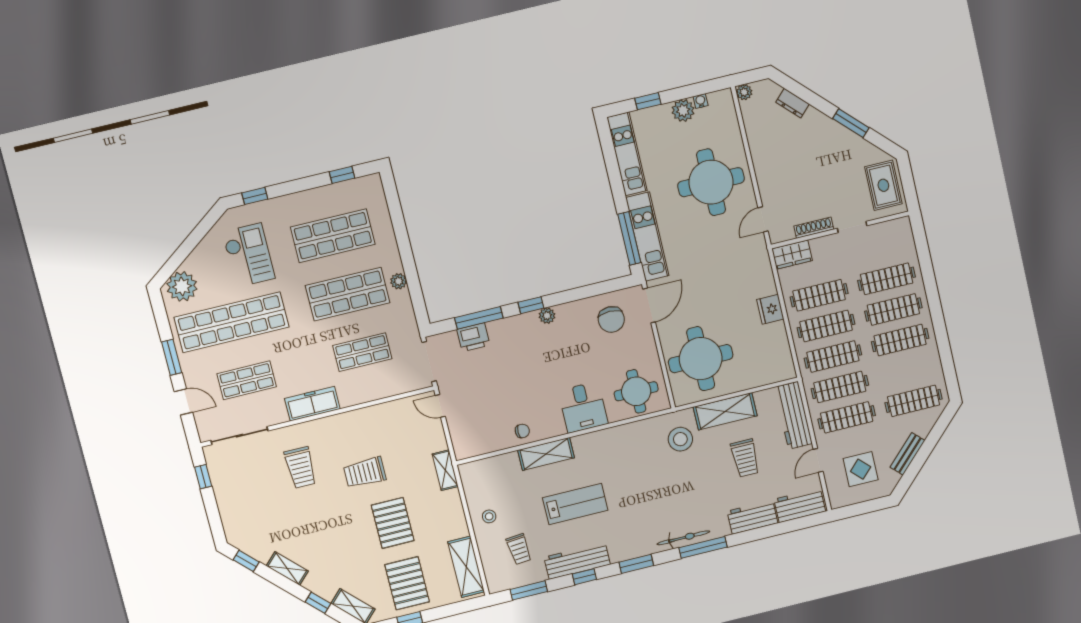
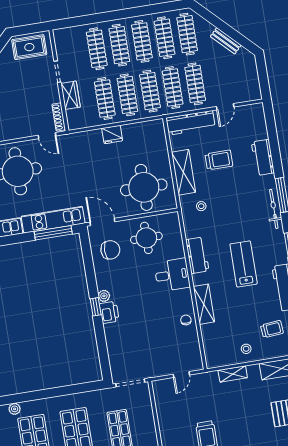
shoe rack: (814, 228) -> (59, 117), moved
wardrobe: (792, 255) -> (71, 95), moved
plant: (399, 281) -> (15, 409), moved
window: (479, 318) -> (102, 345), removed
printer: (473, 337) -> (109, 312), moved
clothes rail: (907, 370) -> (165, 38), added
round table: (636, 391) -> (146, 238), moved
door: (440, 406) -> (181, 375), moved
stool: (680, 439) -> (201, 206), width x0.53, depth x0.53
door: (818, 460) -> (225, 107), hinge flipped
display table: (861, 469) -> (234, 76), removed
shelving: (445, 470) -> (233, 374), moved
lab bench: (575, 504) -> (244, 264), moved
workbench: (800, 505) -> (197, 255), moved, turned 180
pallet: (393, 523) -> (245, 419), removed

